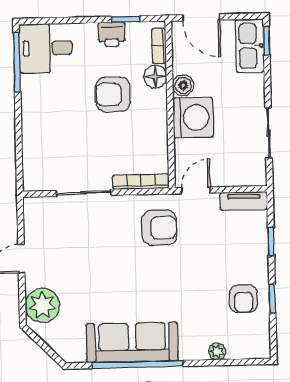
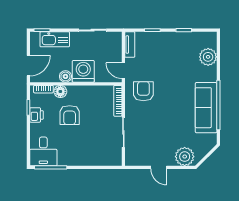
kitchen sink: (250, 46) -> (55, 39), moved
armchair: (243, 299) -> (184, 46), removed
plant: (217, 351) -> (208, 57), width x1.88, depth x1.88

